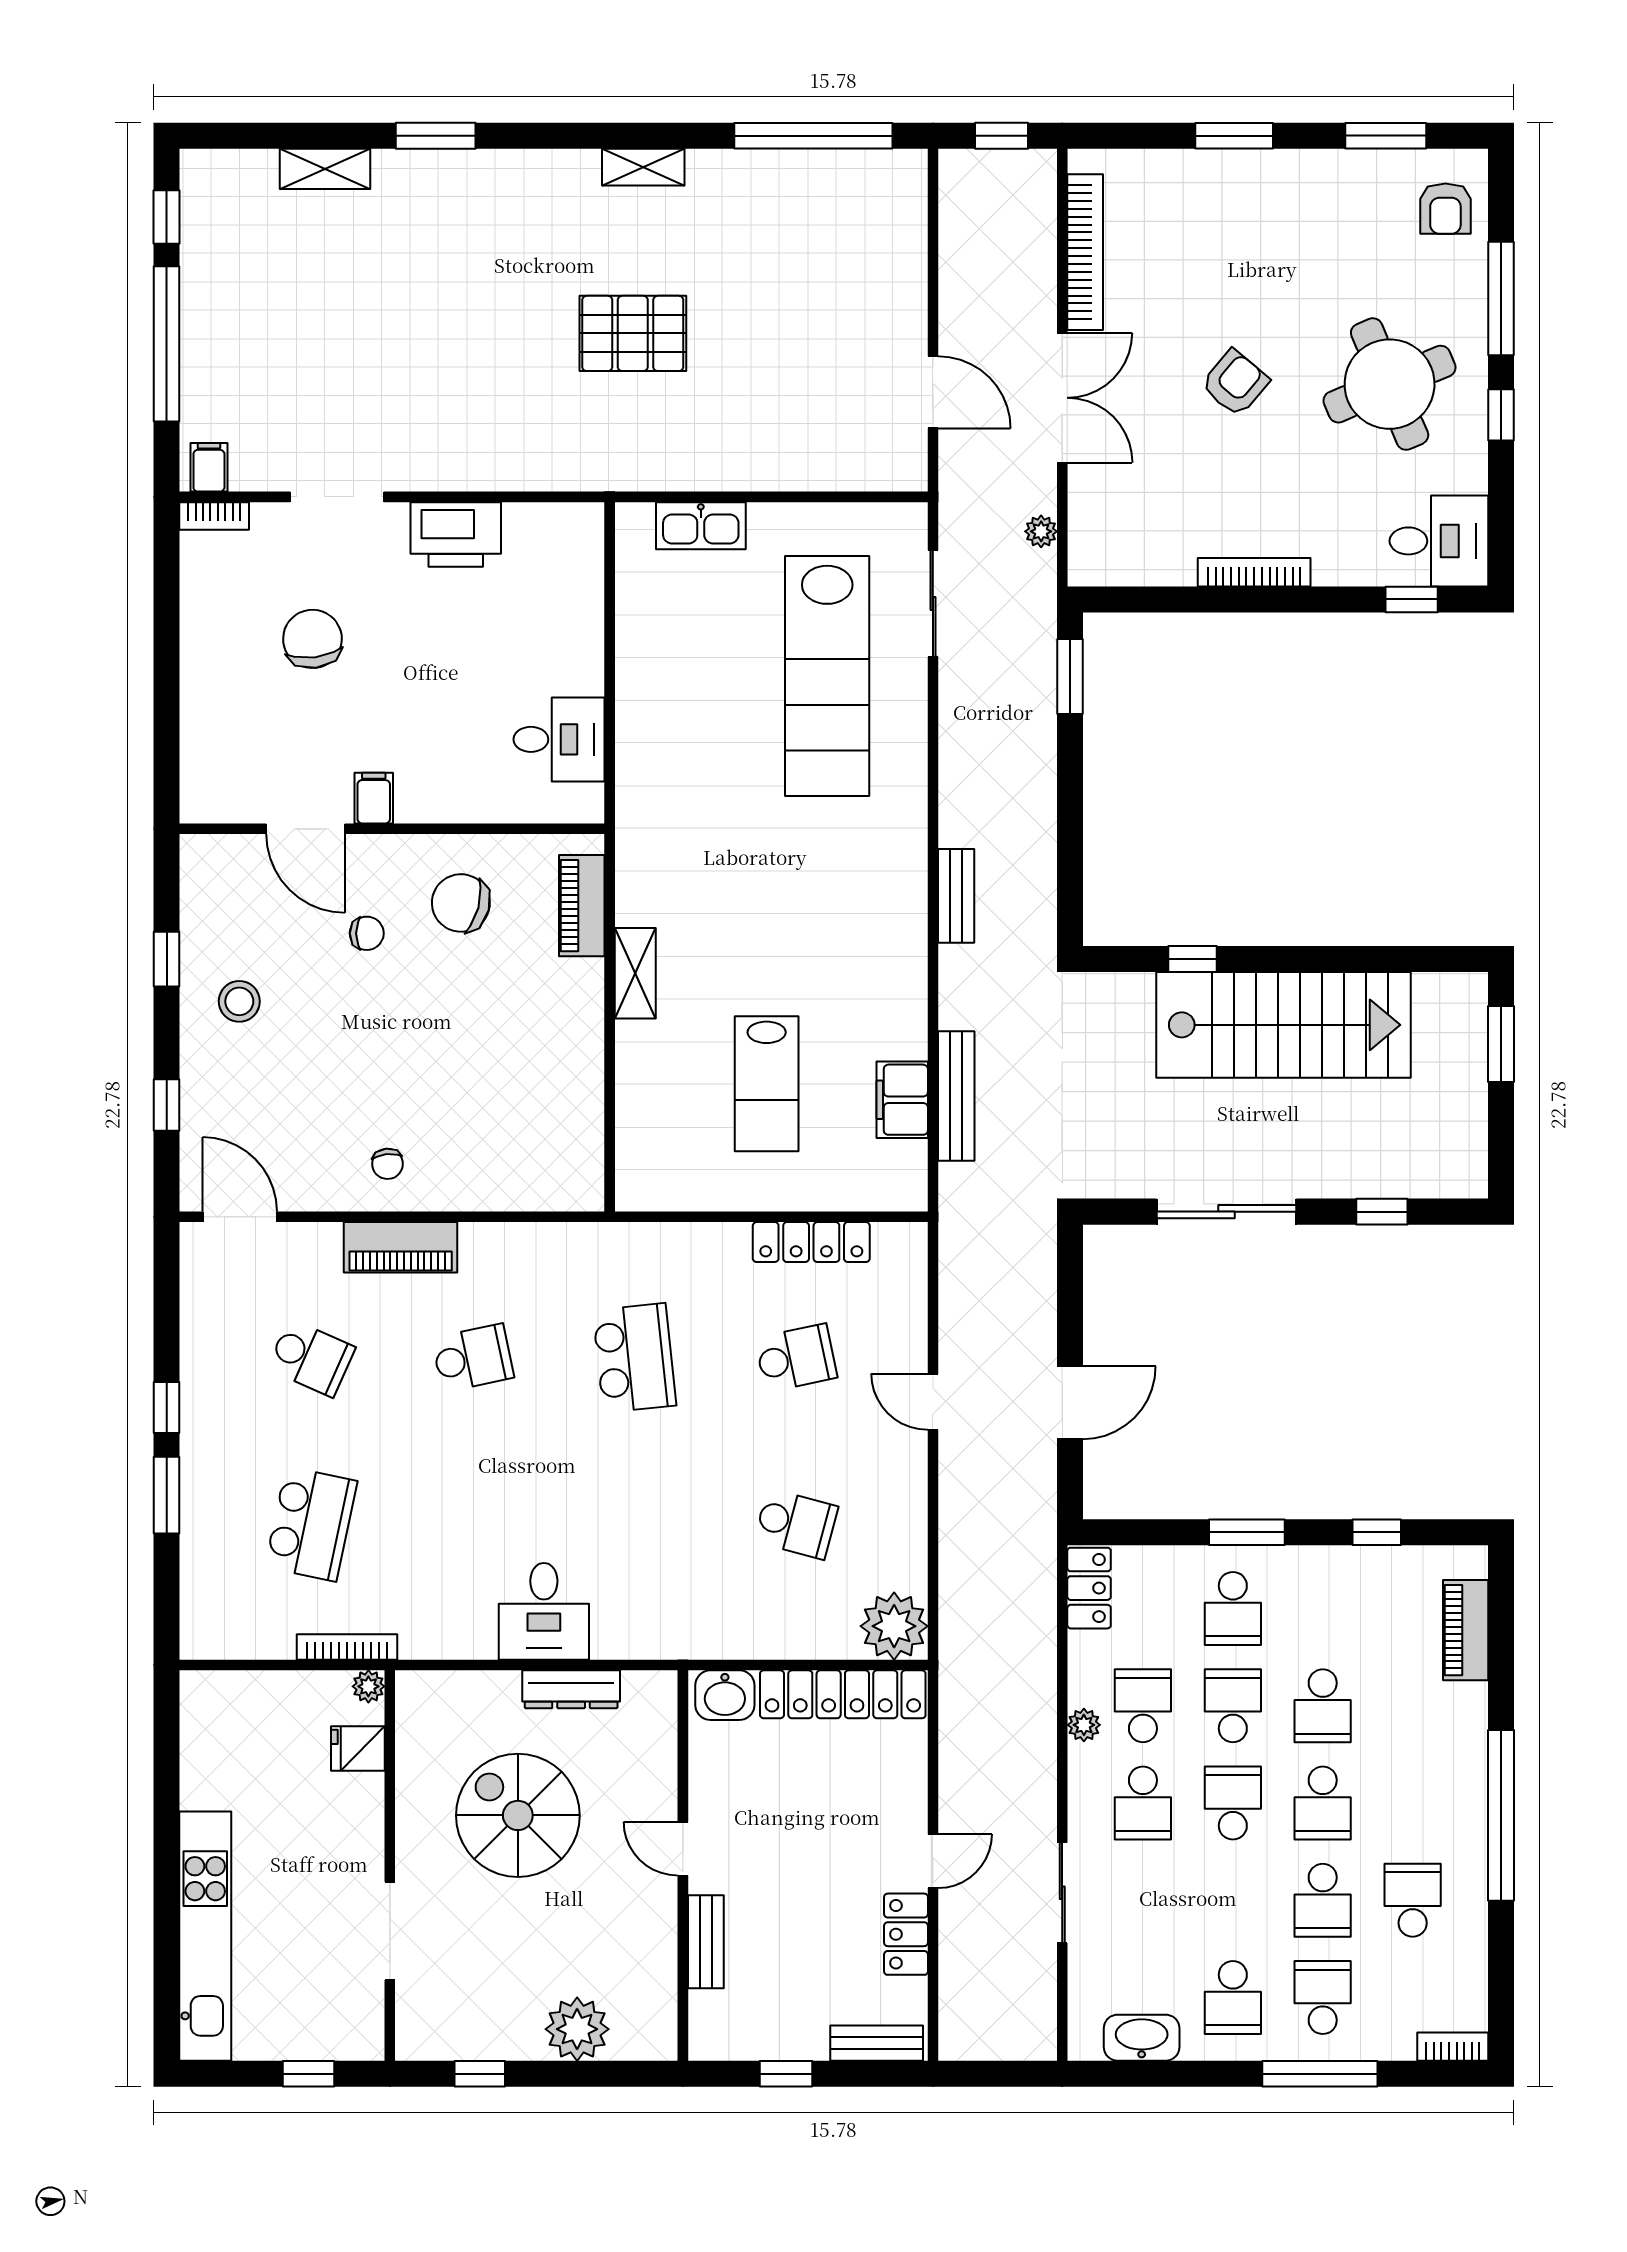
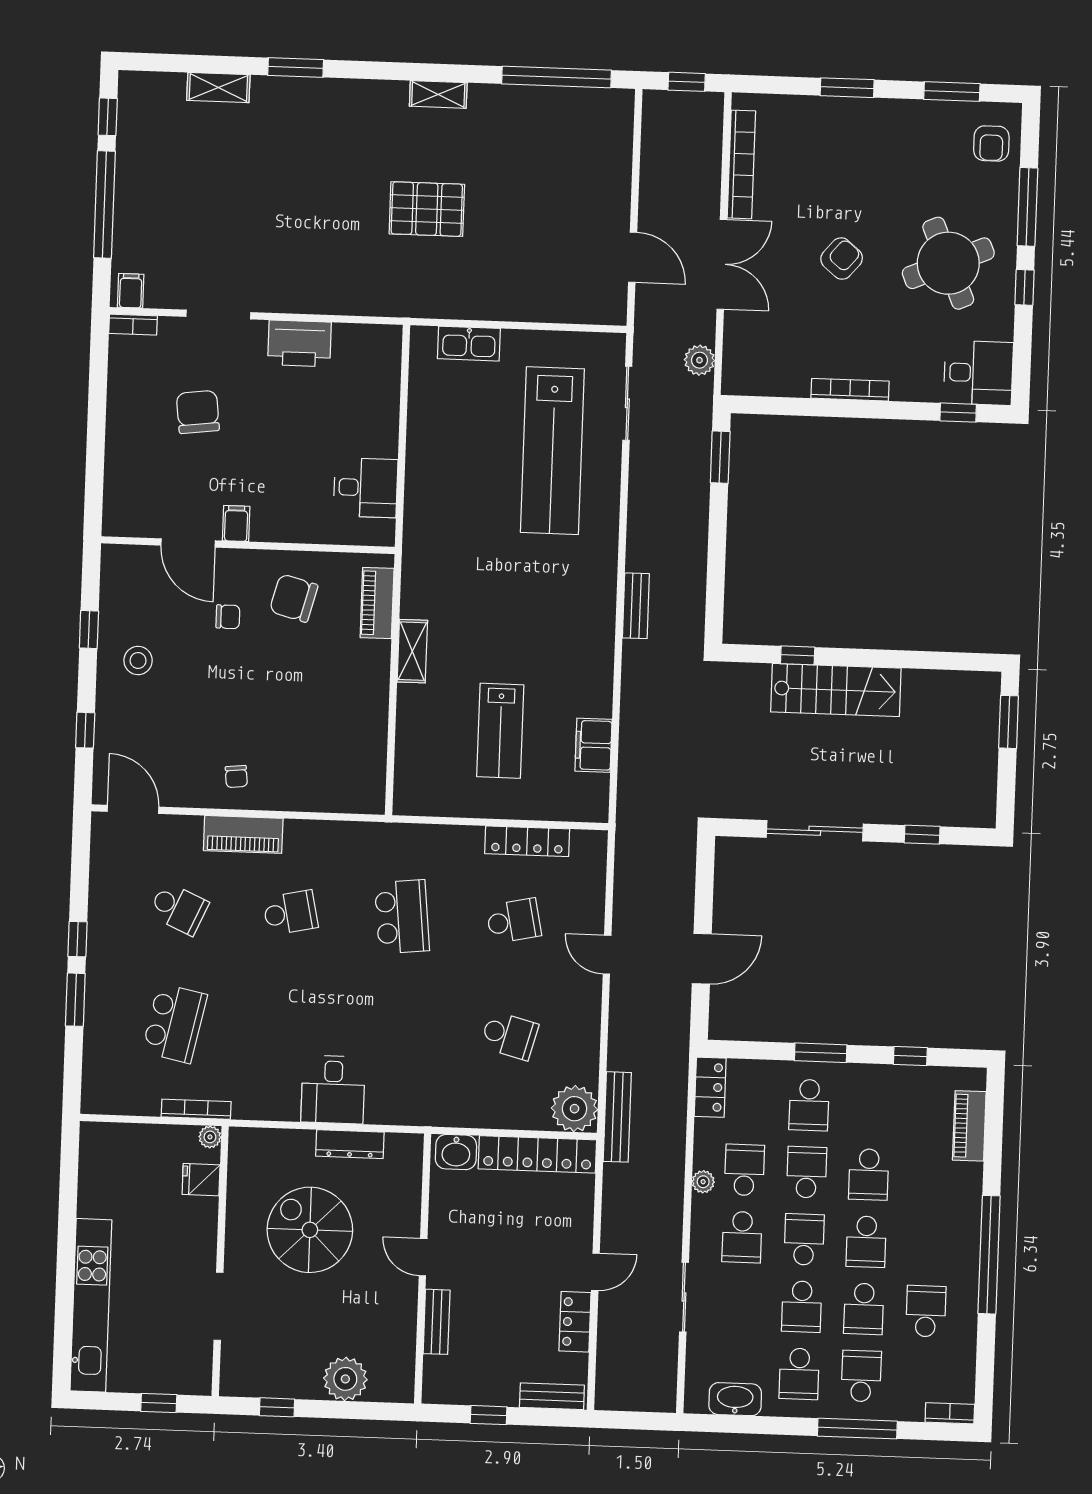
plant: (1041, 531) -> (699, 360), width x1.38, depth x1.38
stairs: (1283, 1025) -> (836, 690), width x0.73, depth x0.66
bench: (956, 1096) -> (617, 1117), moved
school desk: (1233, 1900) -> (802, 1307), added

